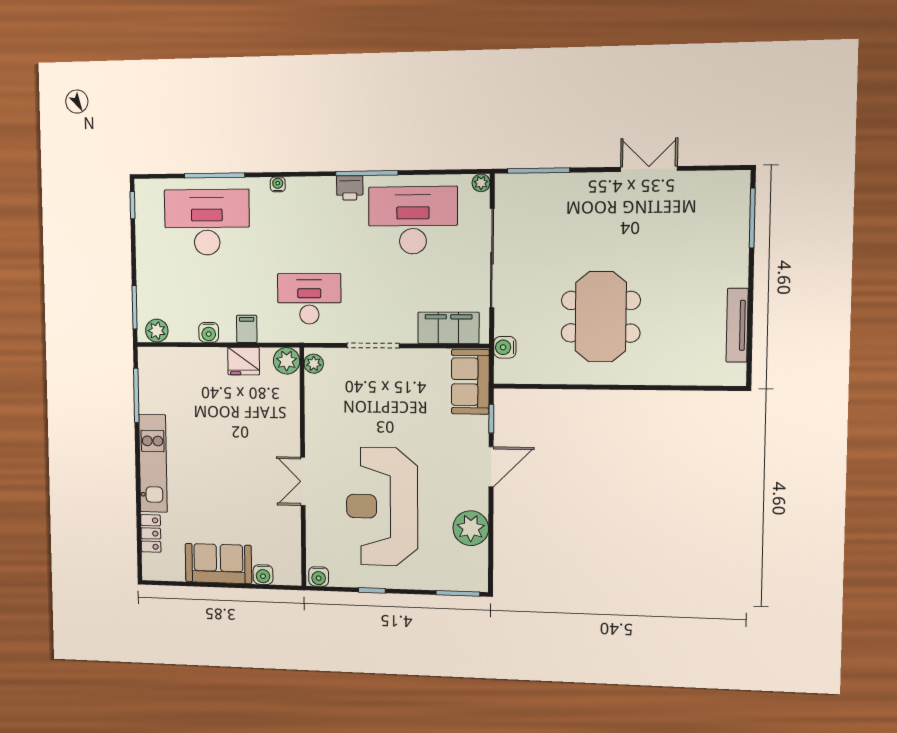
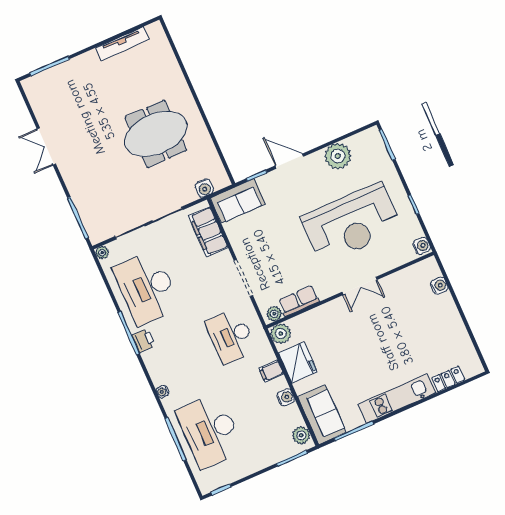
fridge: (244, 361) -> (298, 362), width x1.36, depth x1.34
row of seats: (316, 400) -> (299, 301), added
sofa: (218, 564) -> (322, 415), moved, turned 180

